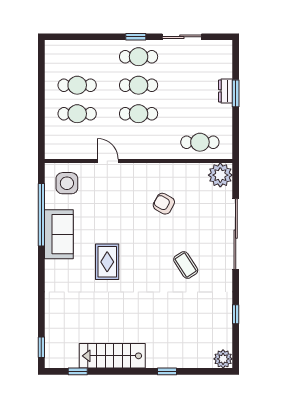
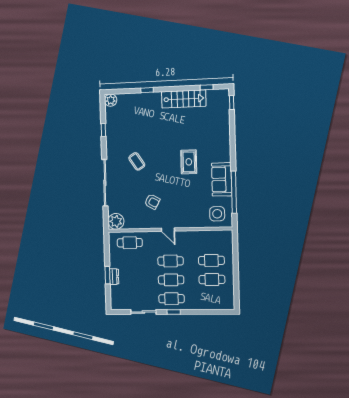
door: (108, 161) -> (168, 230), moved

